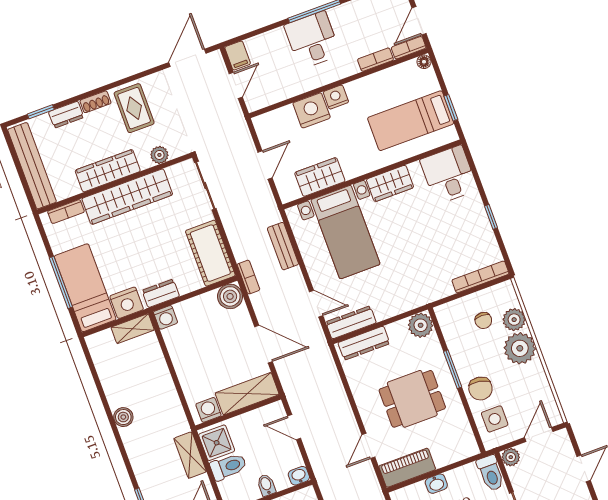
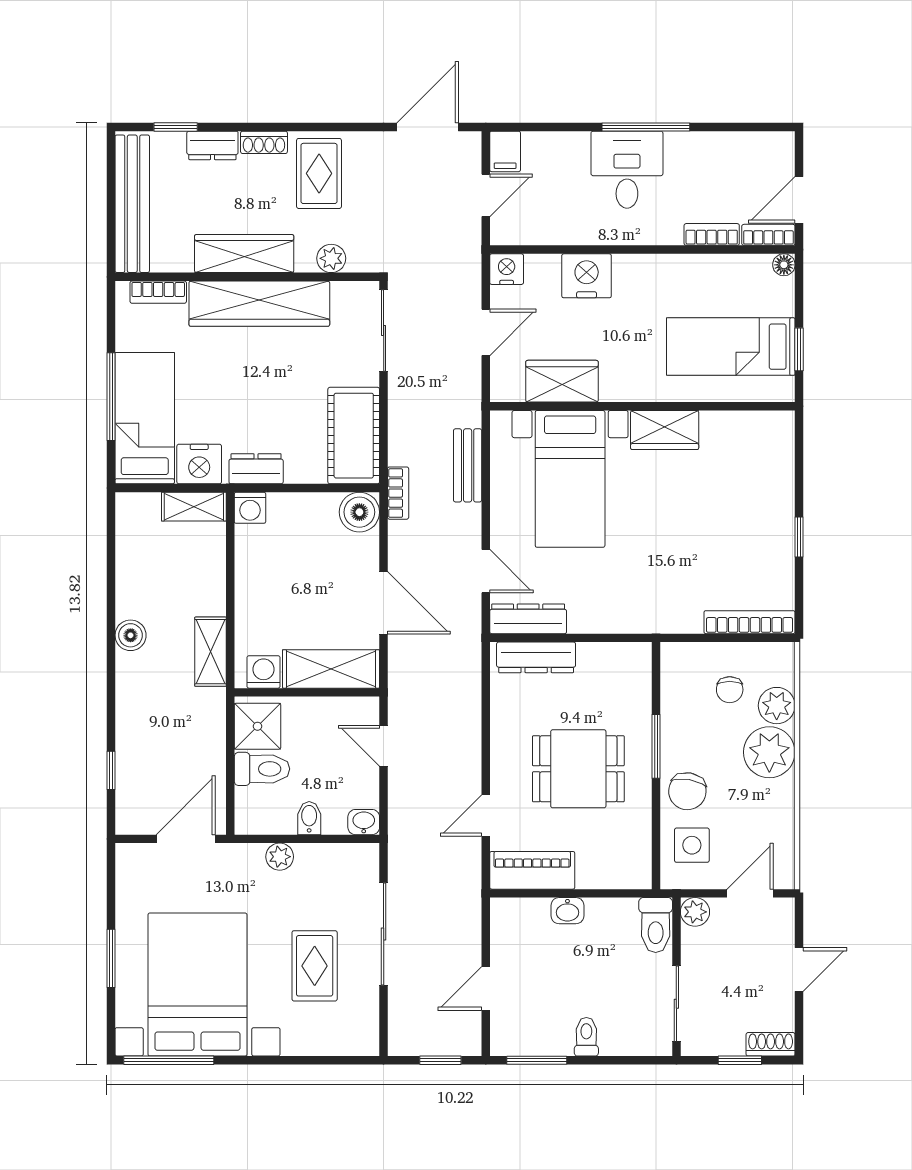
nightstand: (336, 97) -> (507, 269), moved
desk: (449, 175) -> (758, 450), removed
plant: (421, 325) -> (632, 662), removed
shelving: (190, 455) -> (210, 652), moved

